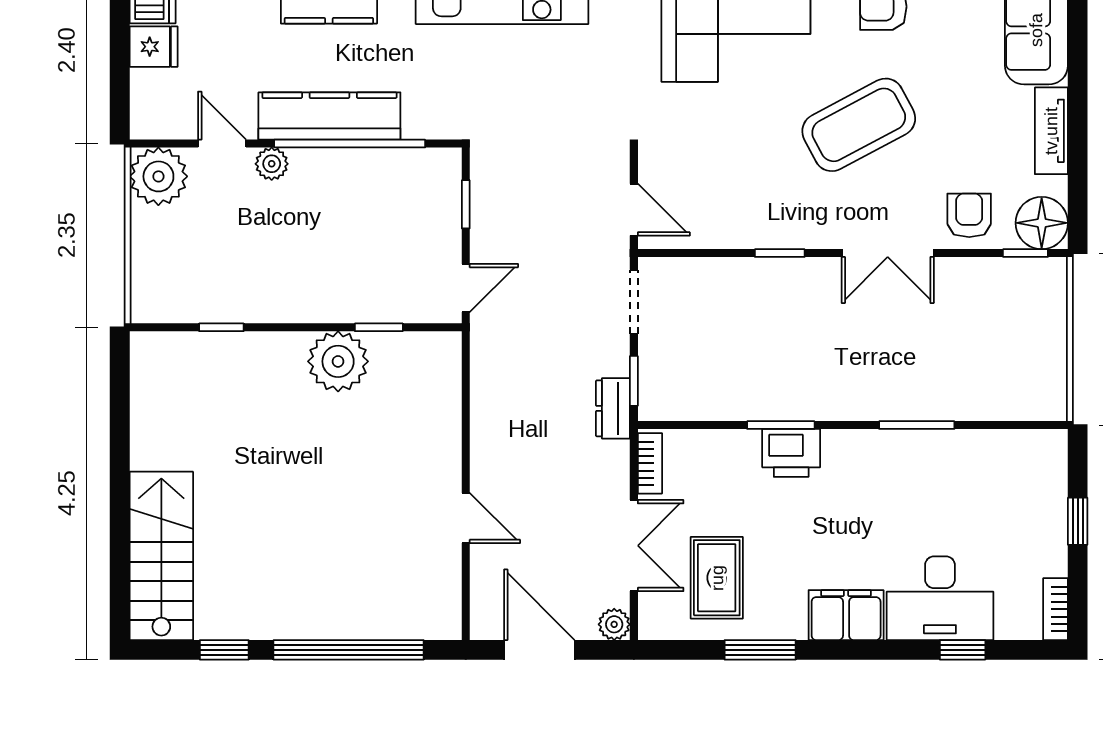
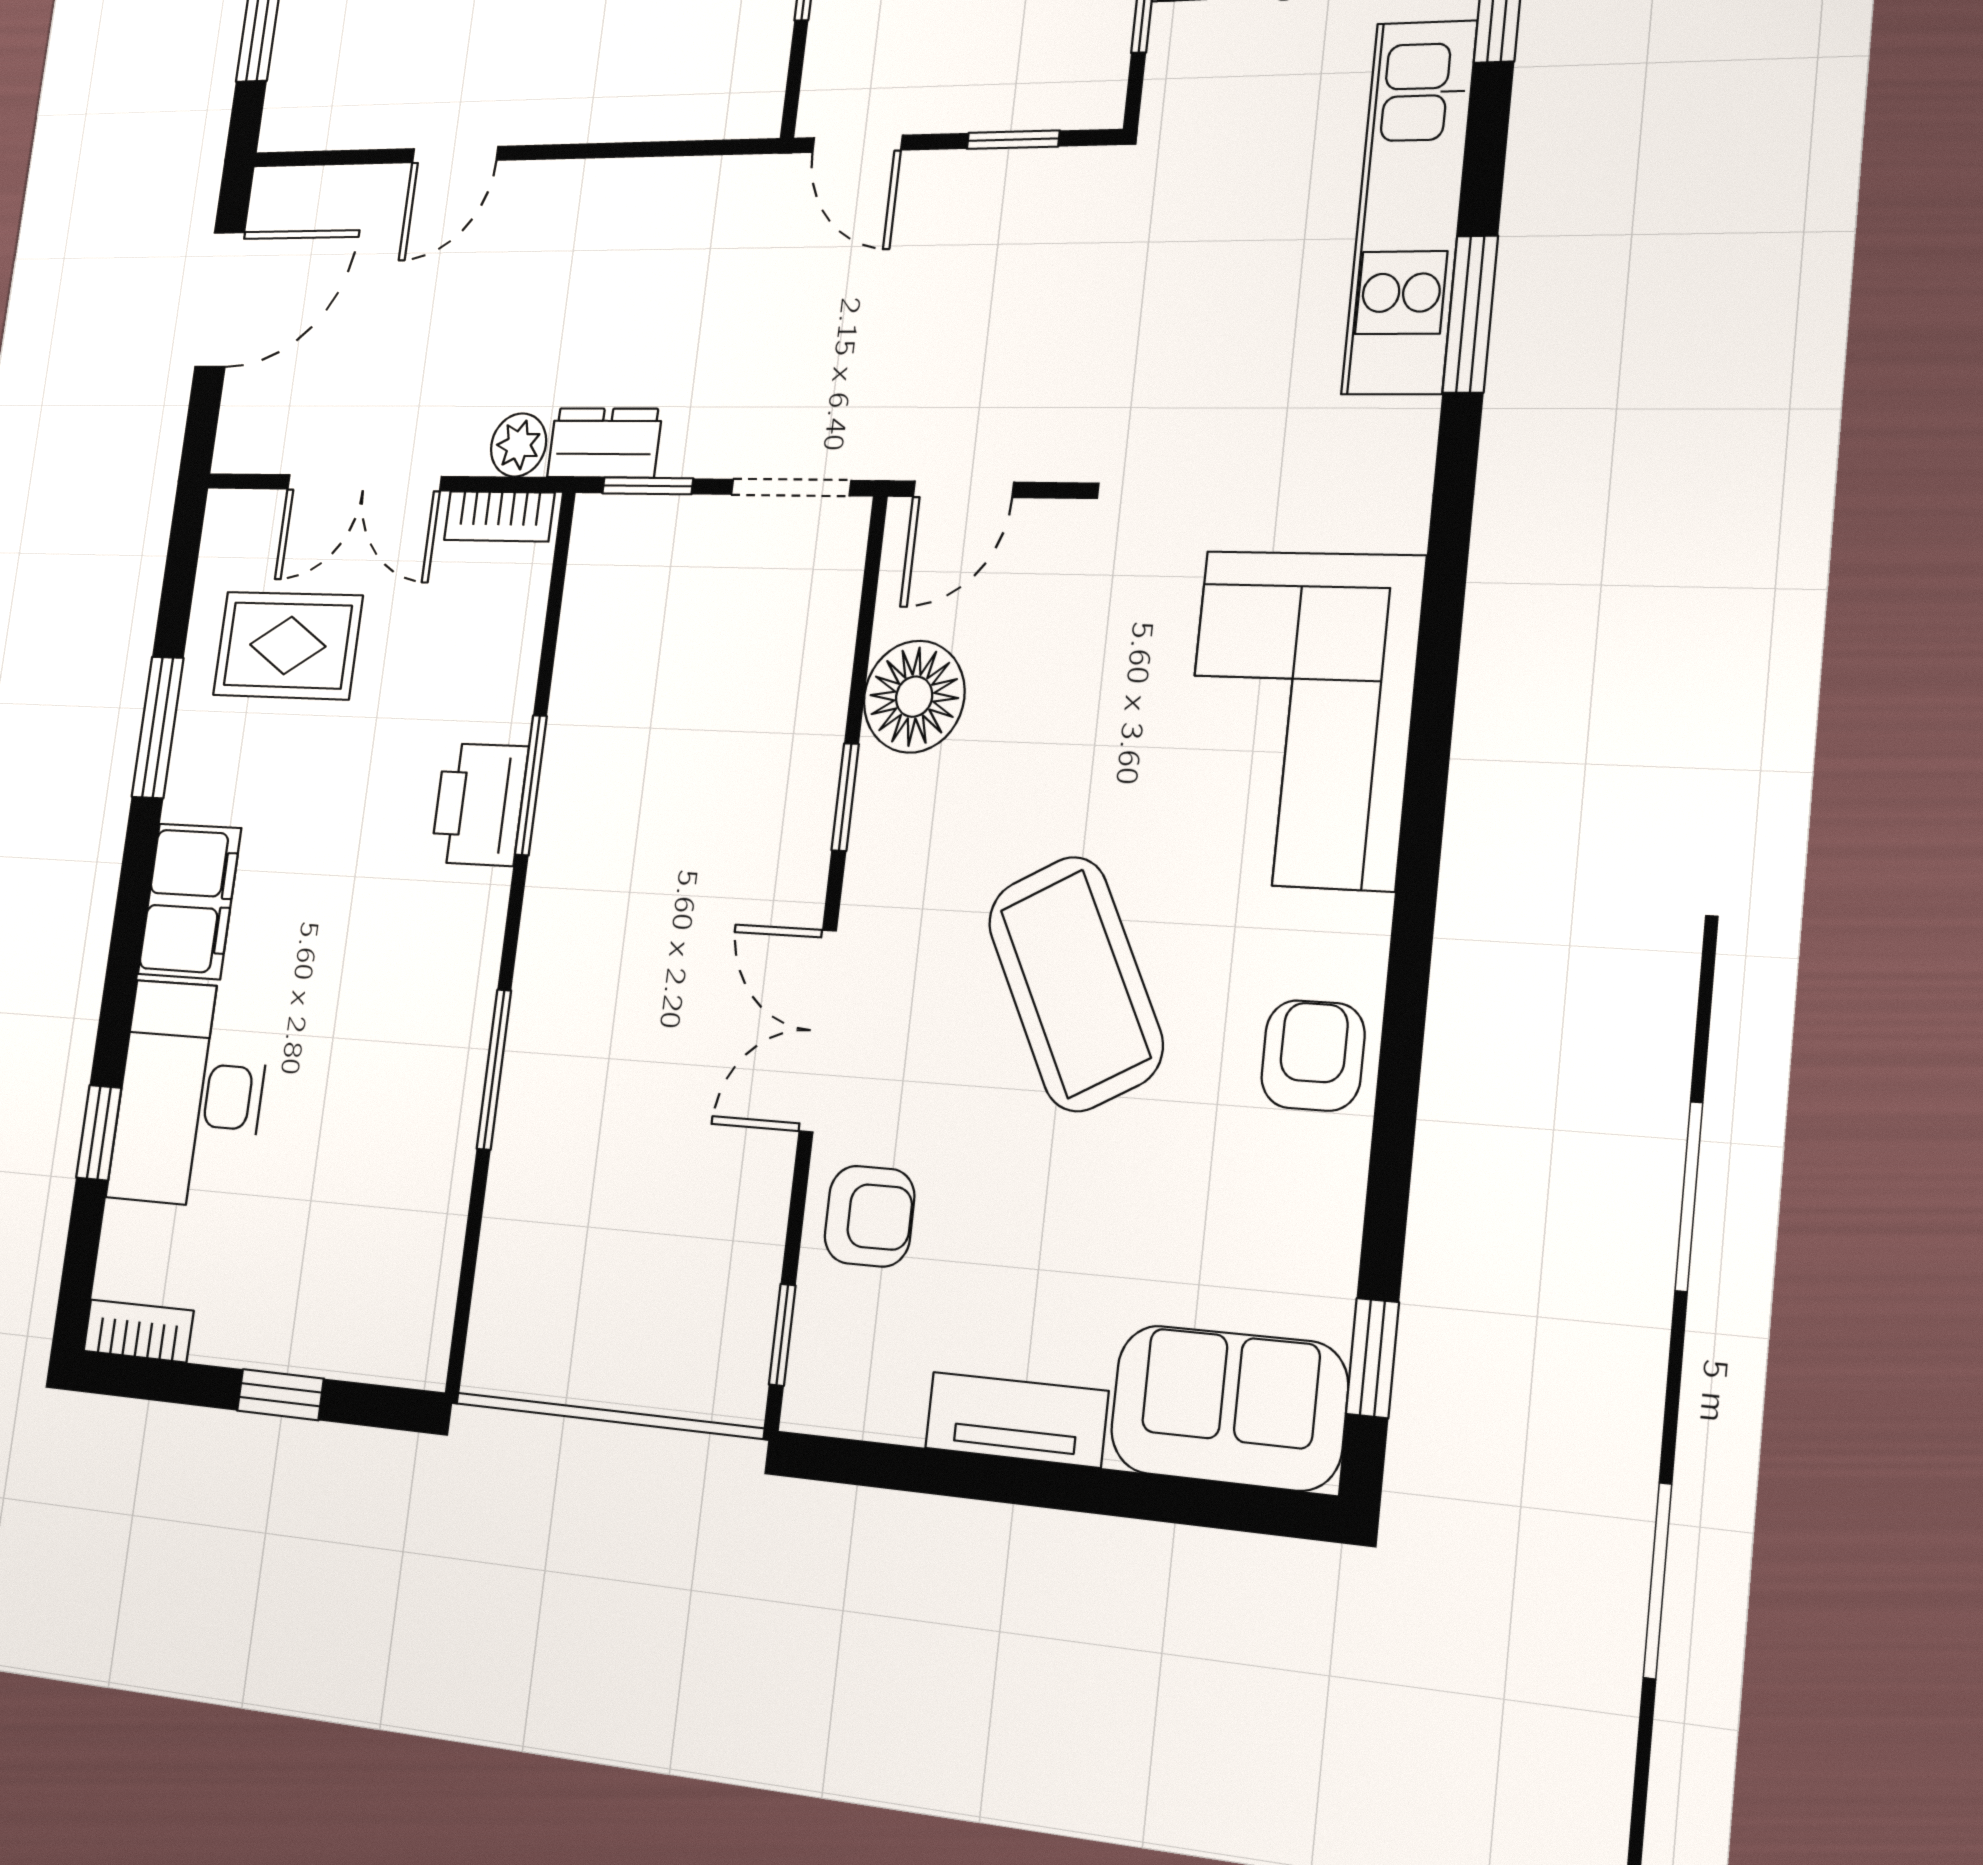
floor lamp: (1042, 223) -> (914, 697), moved
plant: (614, 624) -> (519, 445), moved

